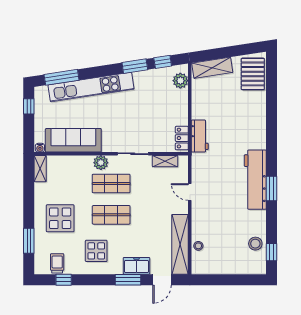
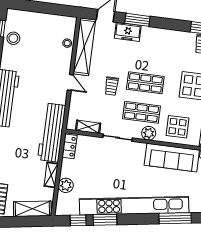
plant: (180, 81) -> (66, 185), moved
kitchen unit: (91, 87) -> (134, 206), width x1.36
shelving: (197, 106) -> (51, 175), added
workbench: (200, 136) -> (52, 133), width x1.87, depth x1.32
door: (190, 192) -> (70, 83), moved
trolley: (146, 207) -> (112, 86), added
display table: (96, 251) -> (178, 127), moved

